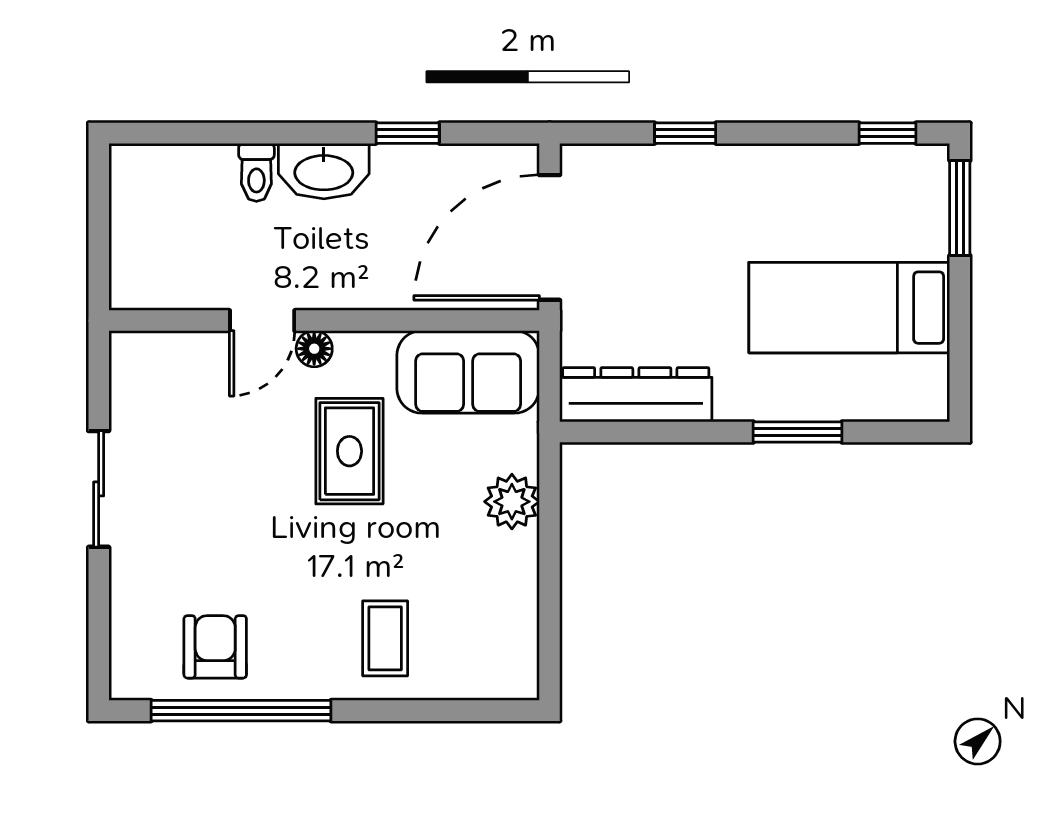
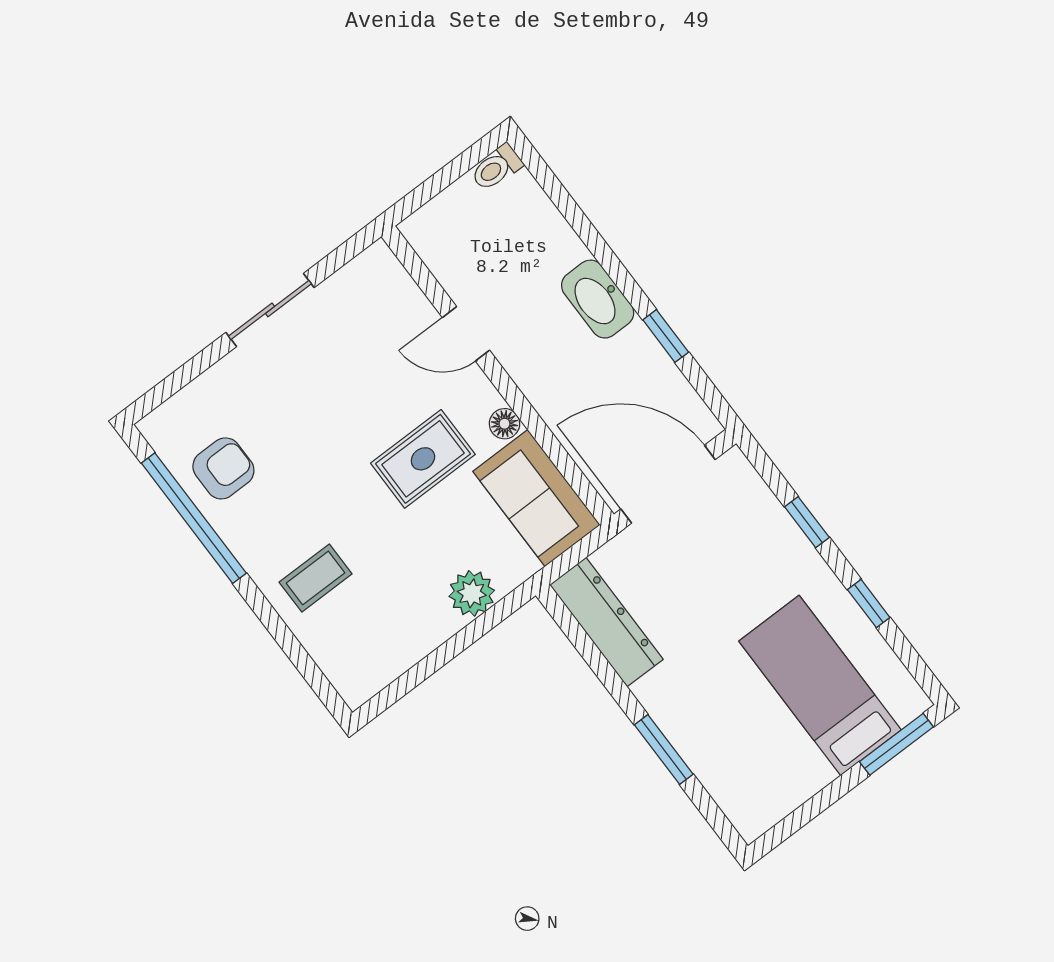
window: (887, 133) -> (869, 603), moved
toilet: (256, 172) -> (496, 168), moved
bed: (849, 308) -> (820, 685), moved
floor lamp: (314, 349) -> (504, 424), moved

